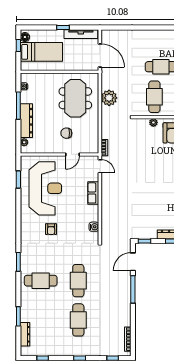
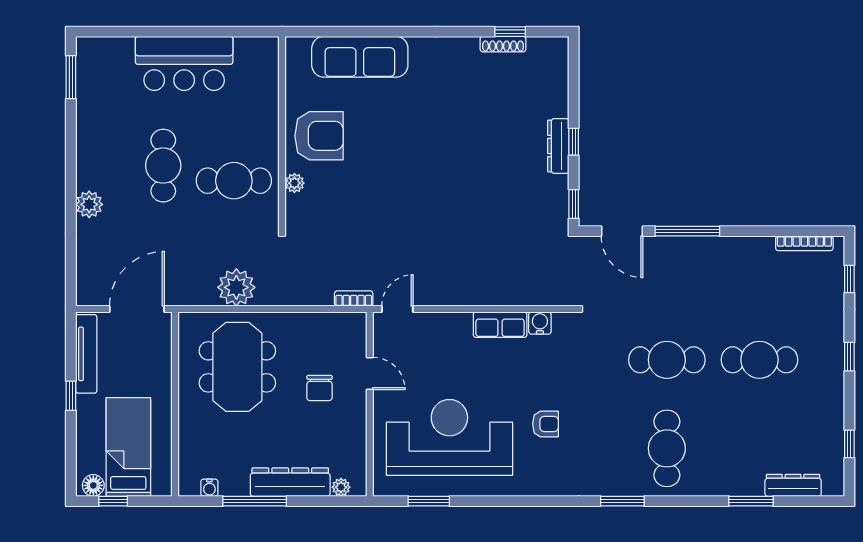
plant: (144, 35) -> (89, 204), added
meeting table: (75, 98) -> (237, 367), turned 90
row of seats: (93, 193) -> (500, 325), moved

